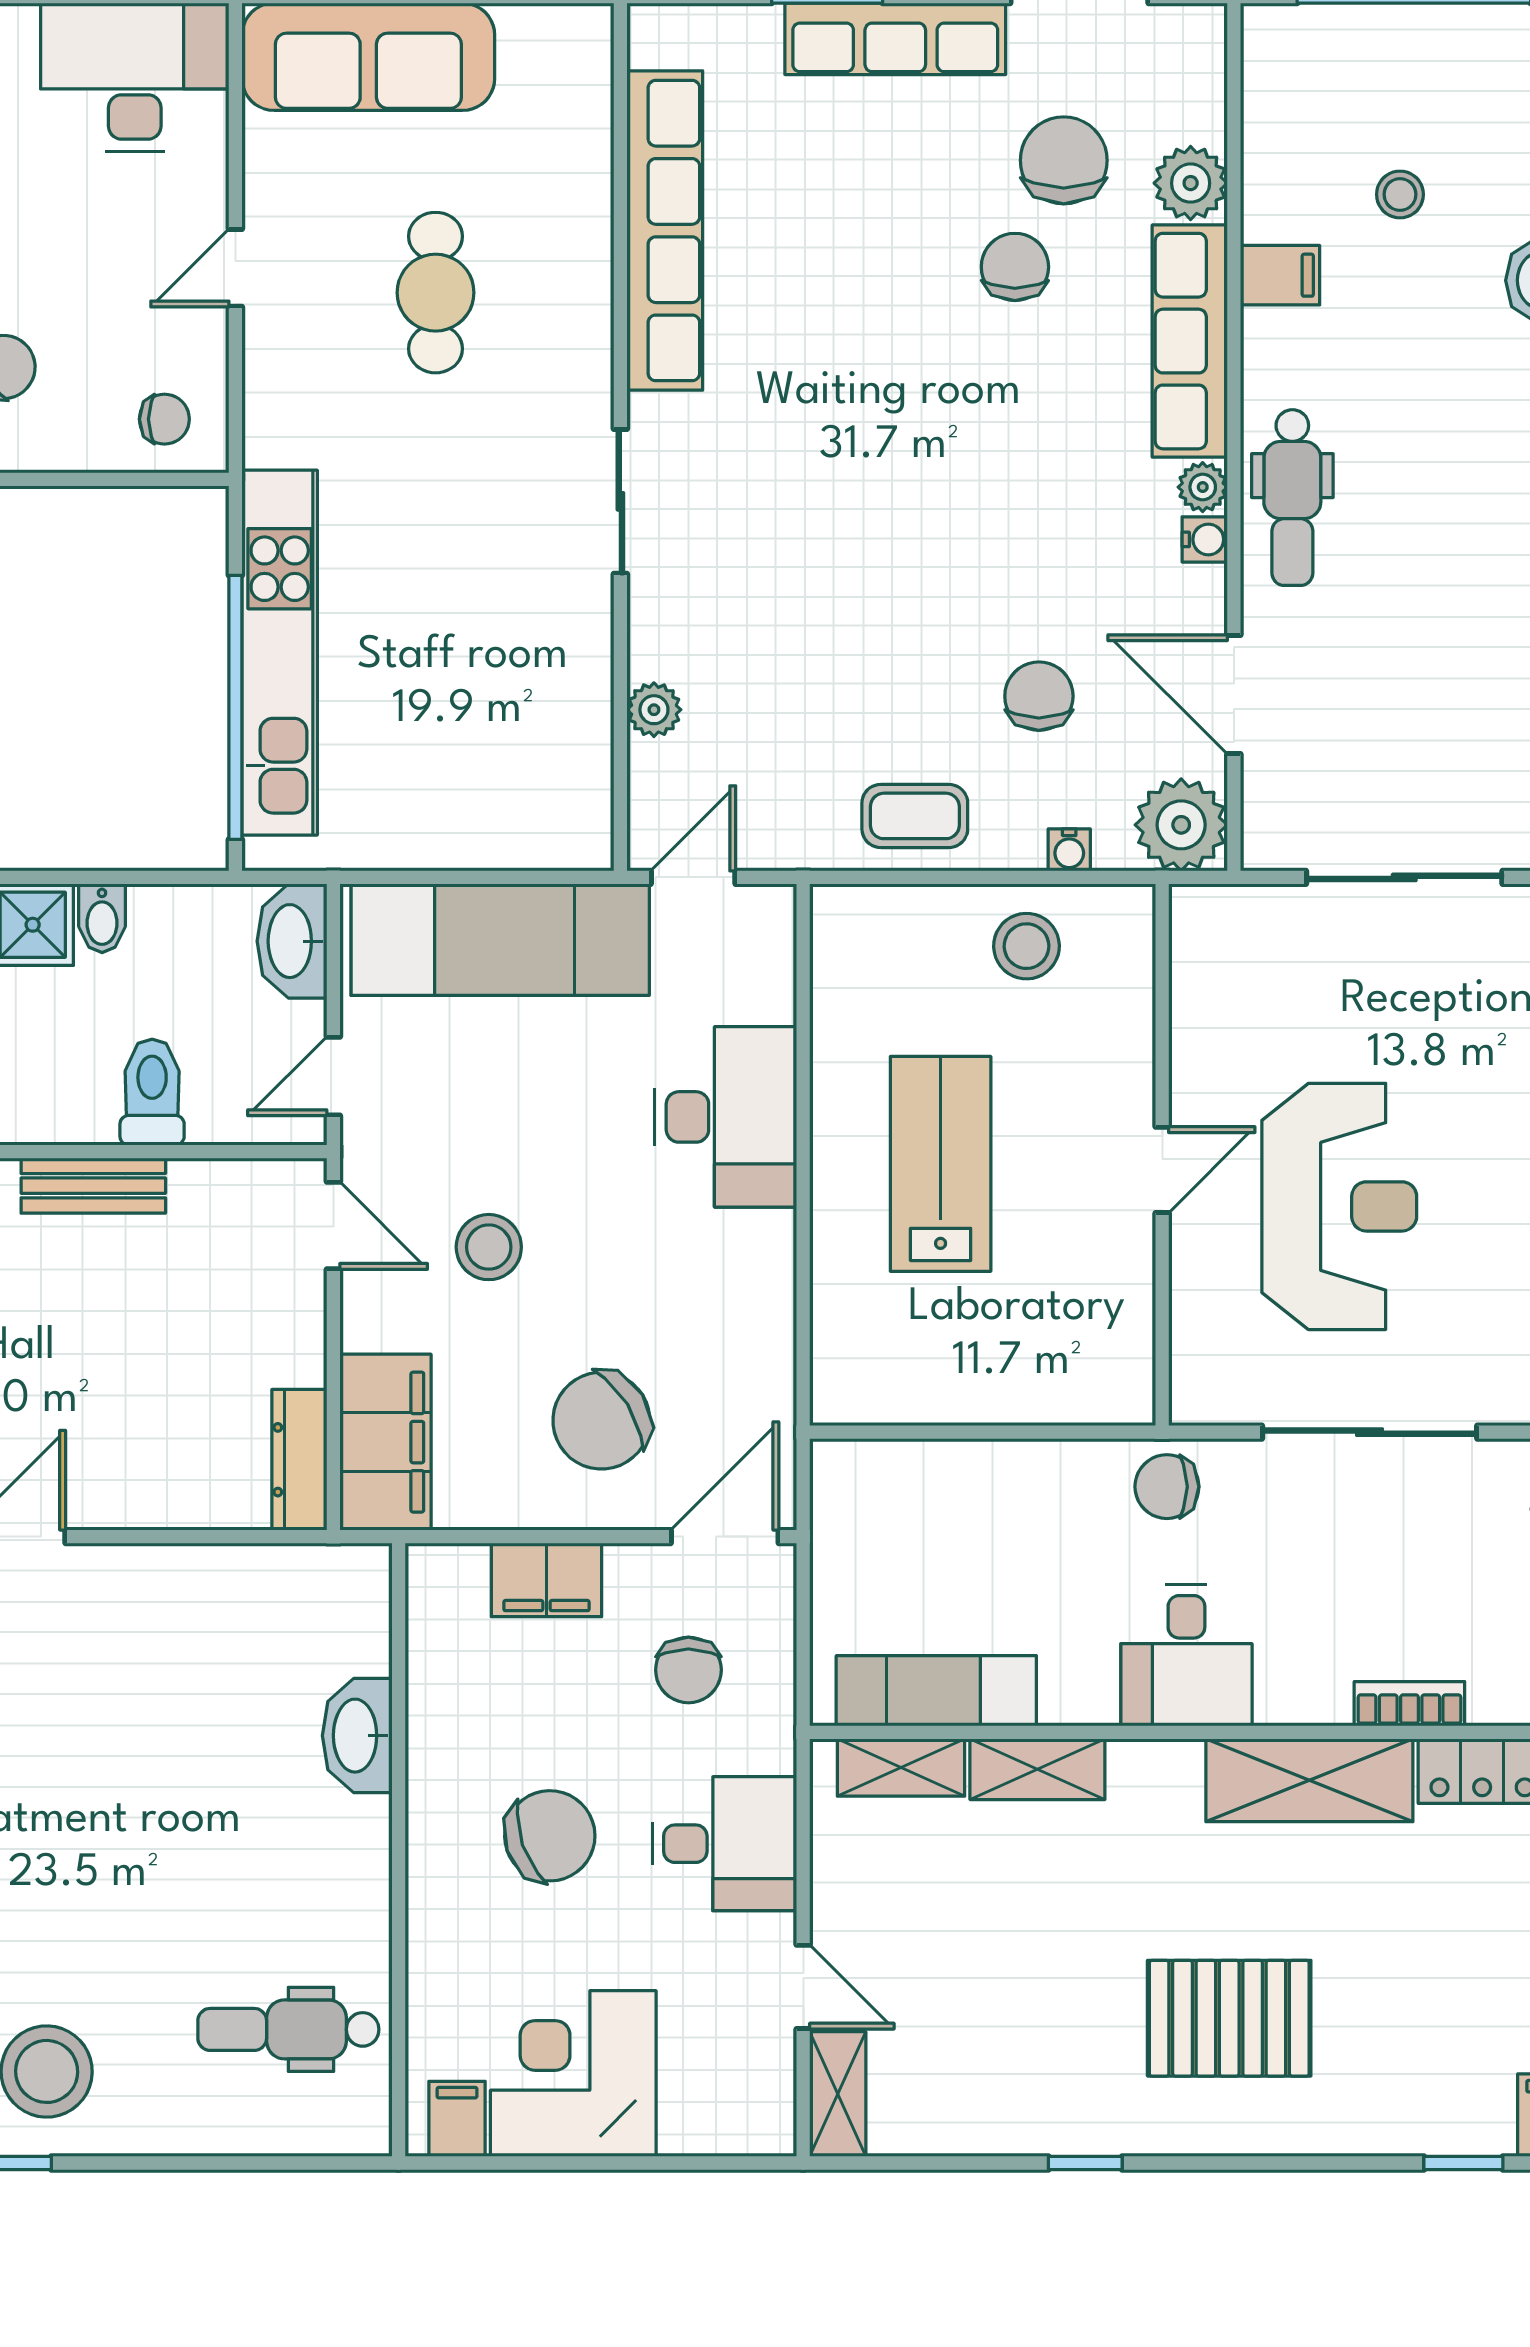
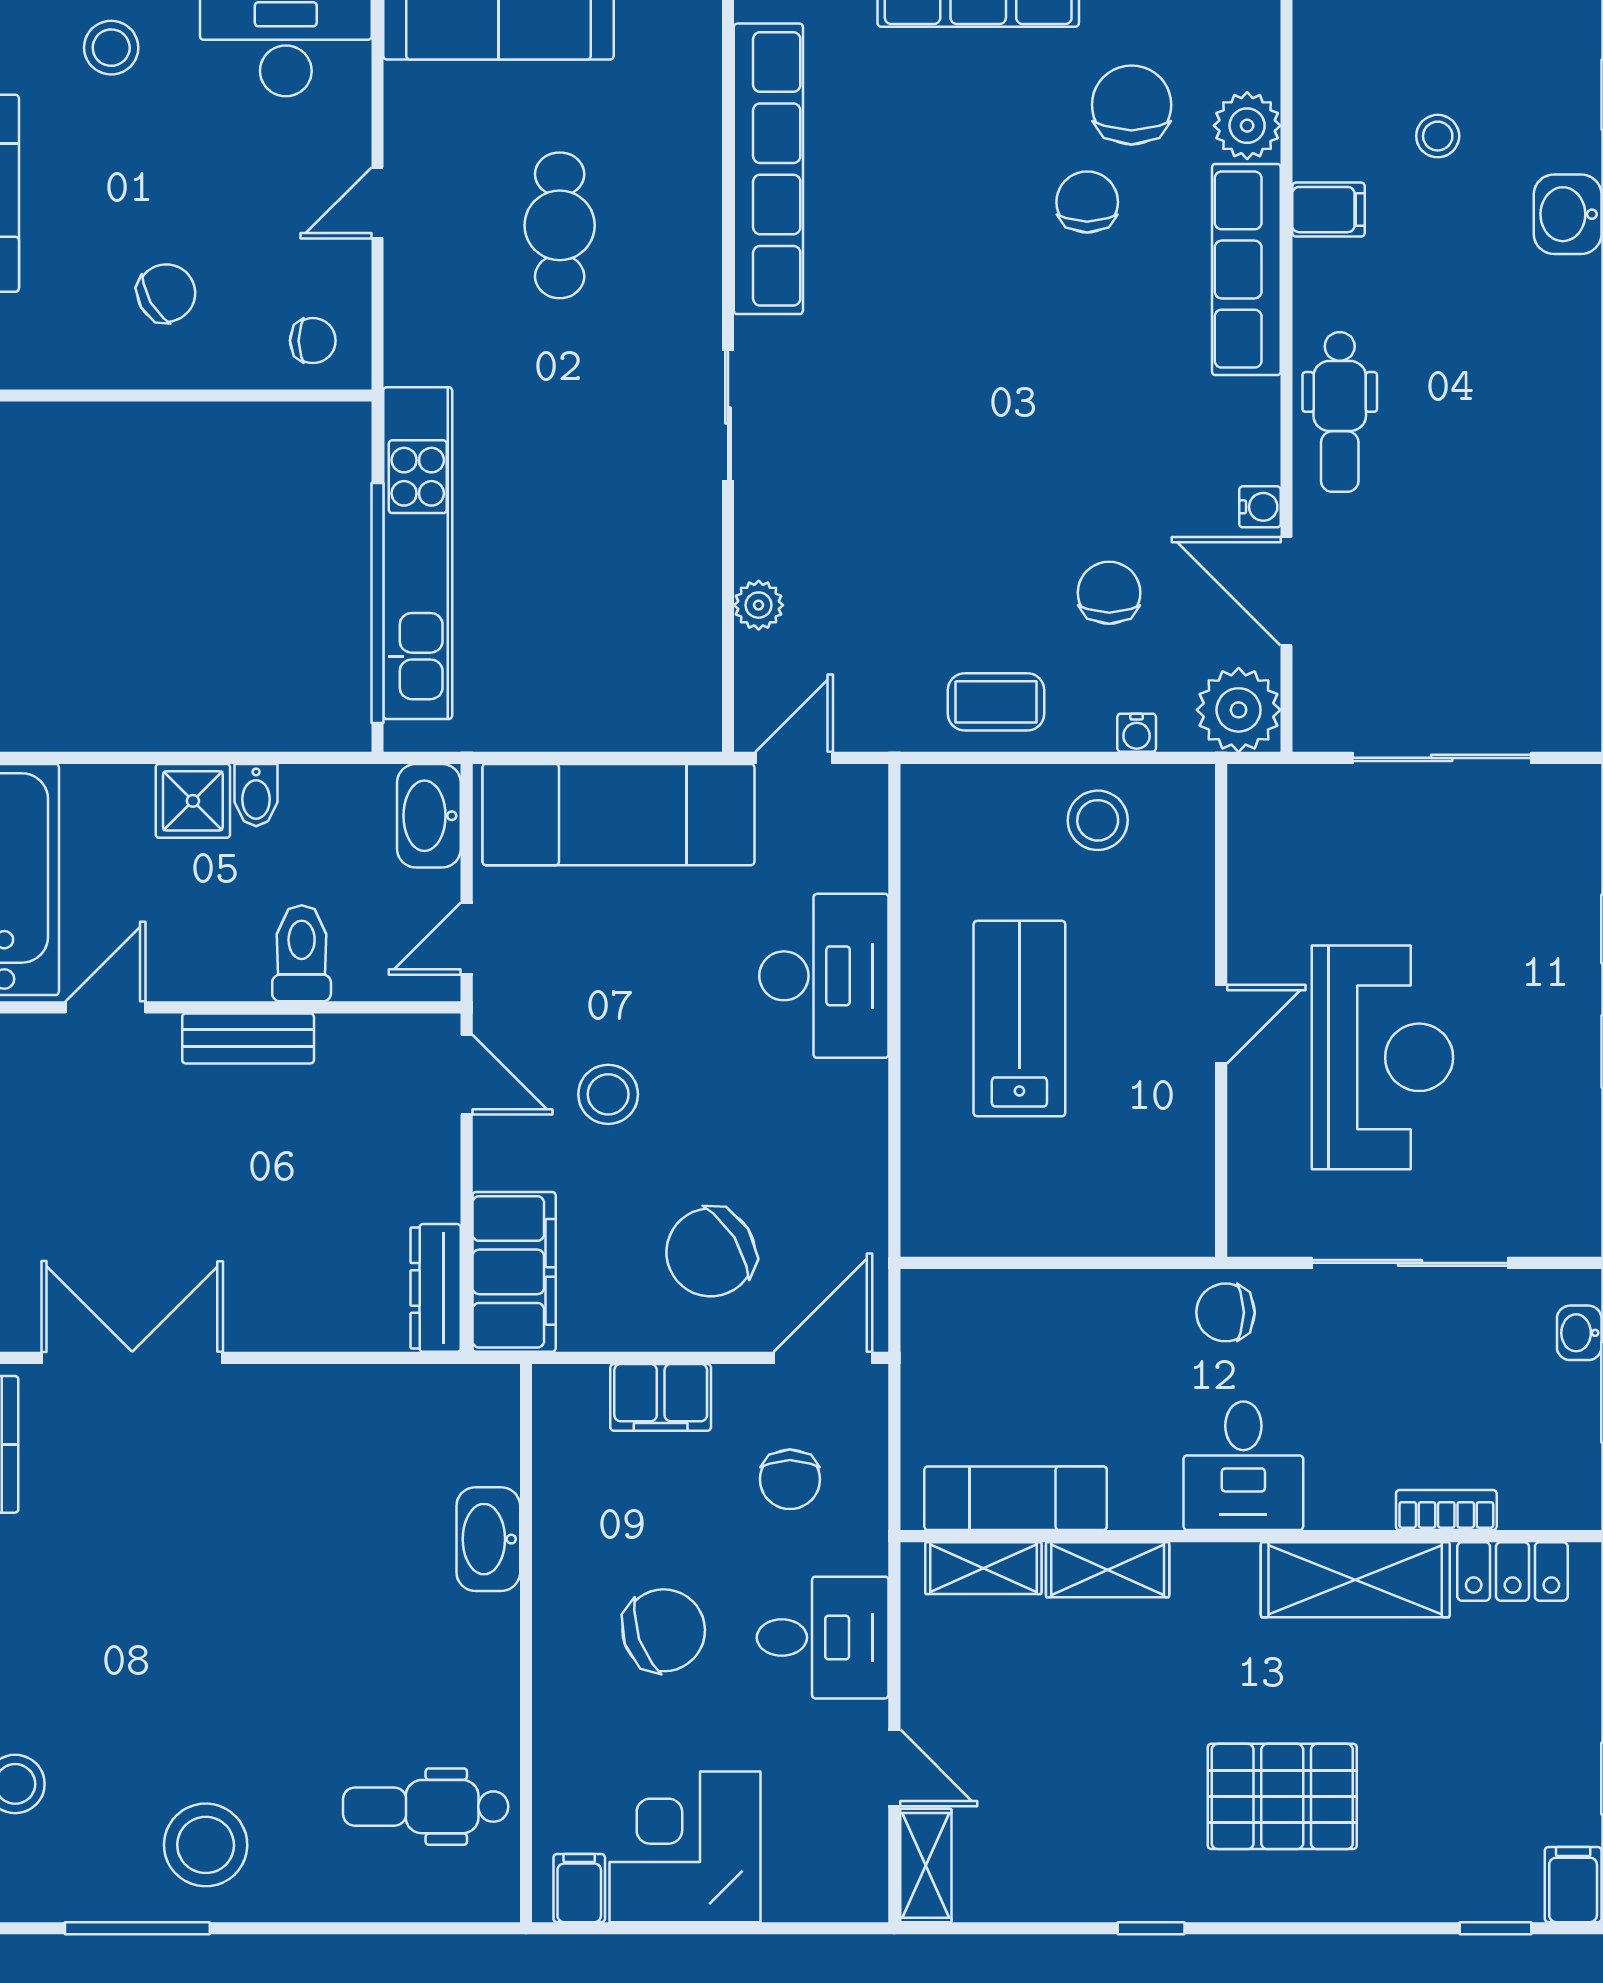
plant: (1203, 487) -> (1258, 402), removed
water cooler: (1205, 539) -> (1260, 507), moved

